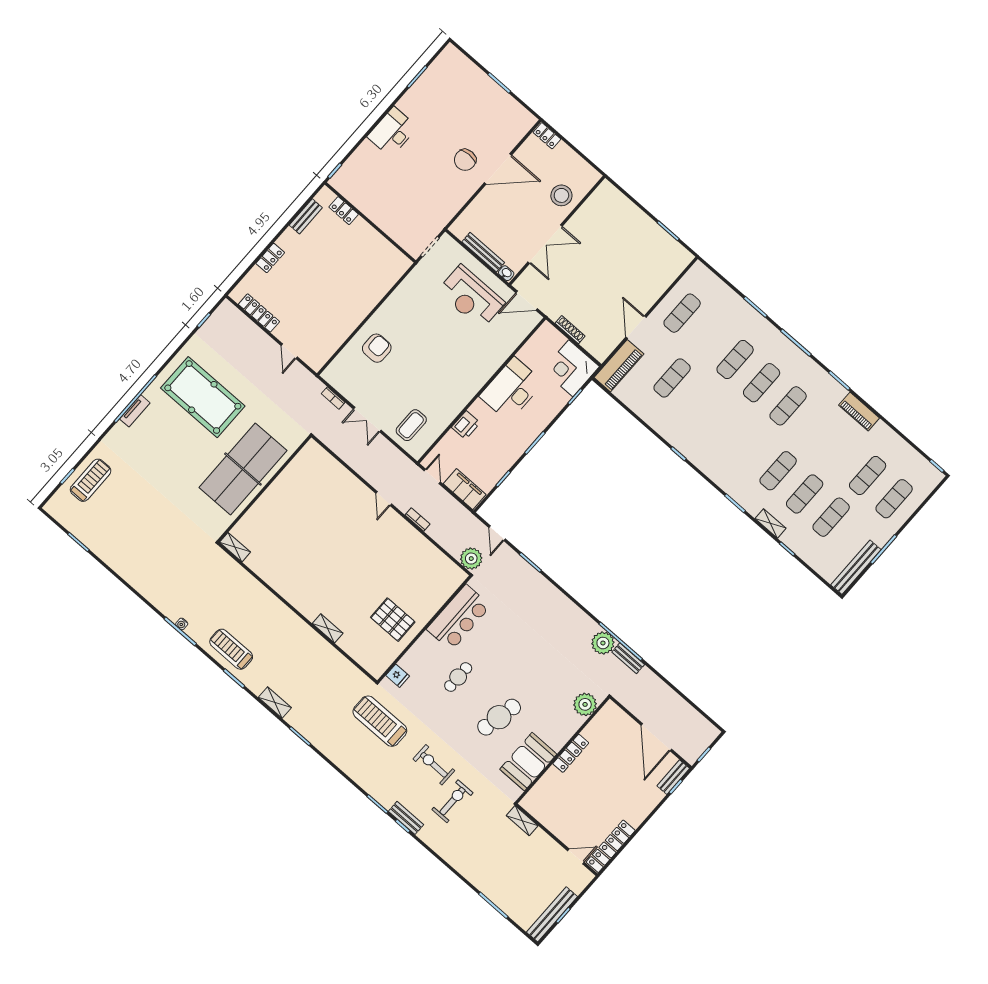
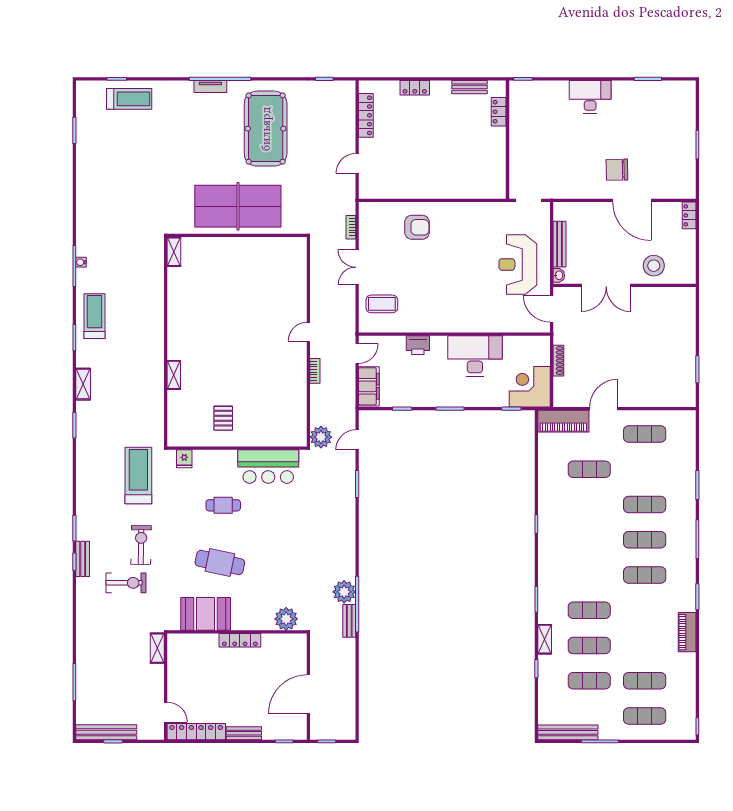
pallet: (393, 620) -> (223, 418), width x0.67, depth x0.71
bench: (673, 777) -> (244, 733), moved

